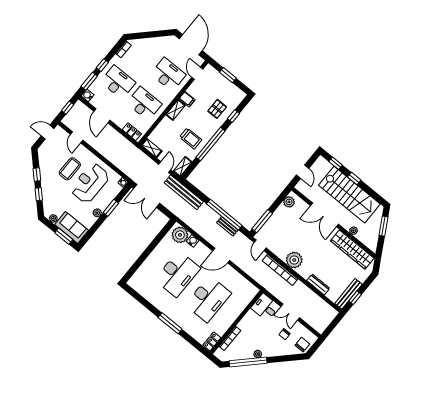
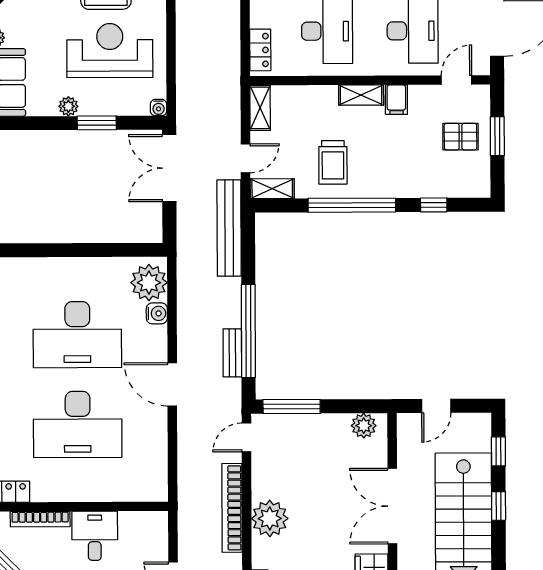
pallet: (217, 109) -> (460, 137), moved
desk: (265, 307) -> (95, 536), moved

